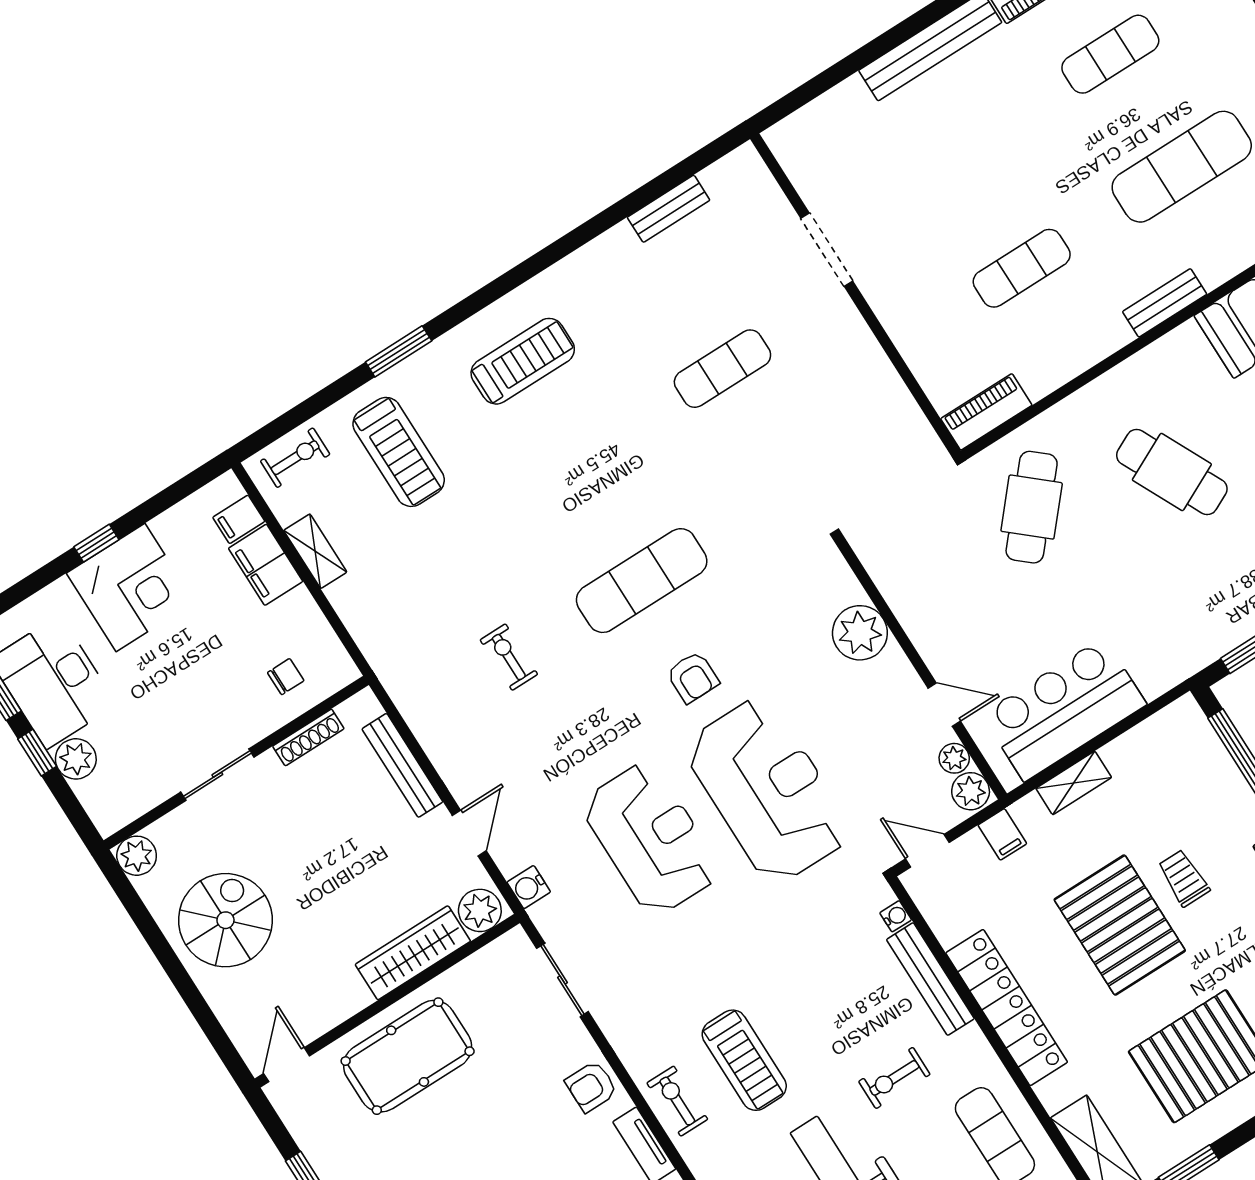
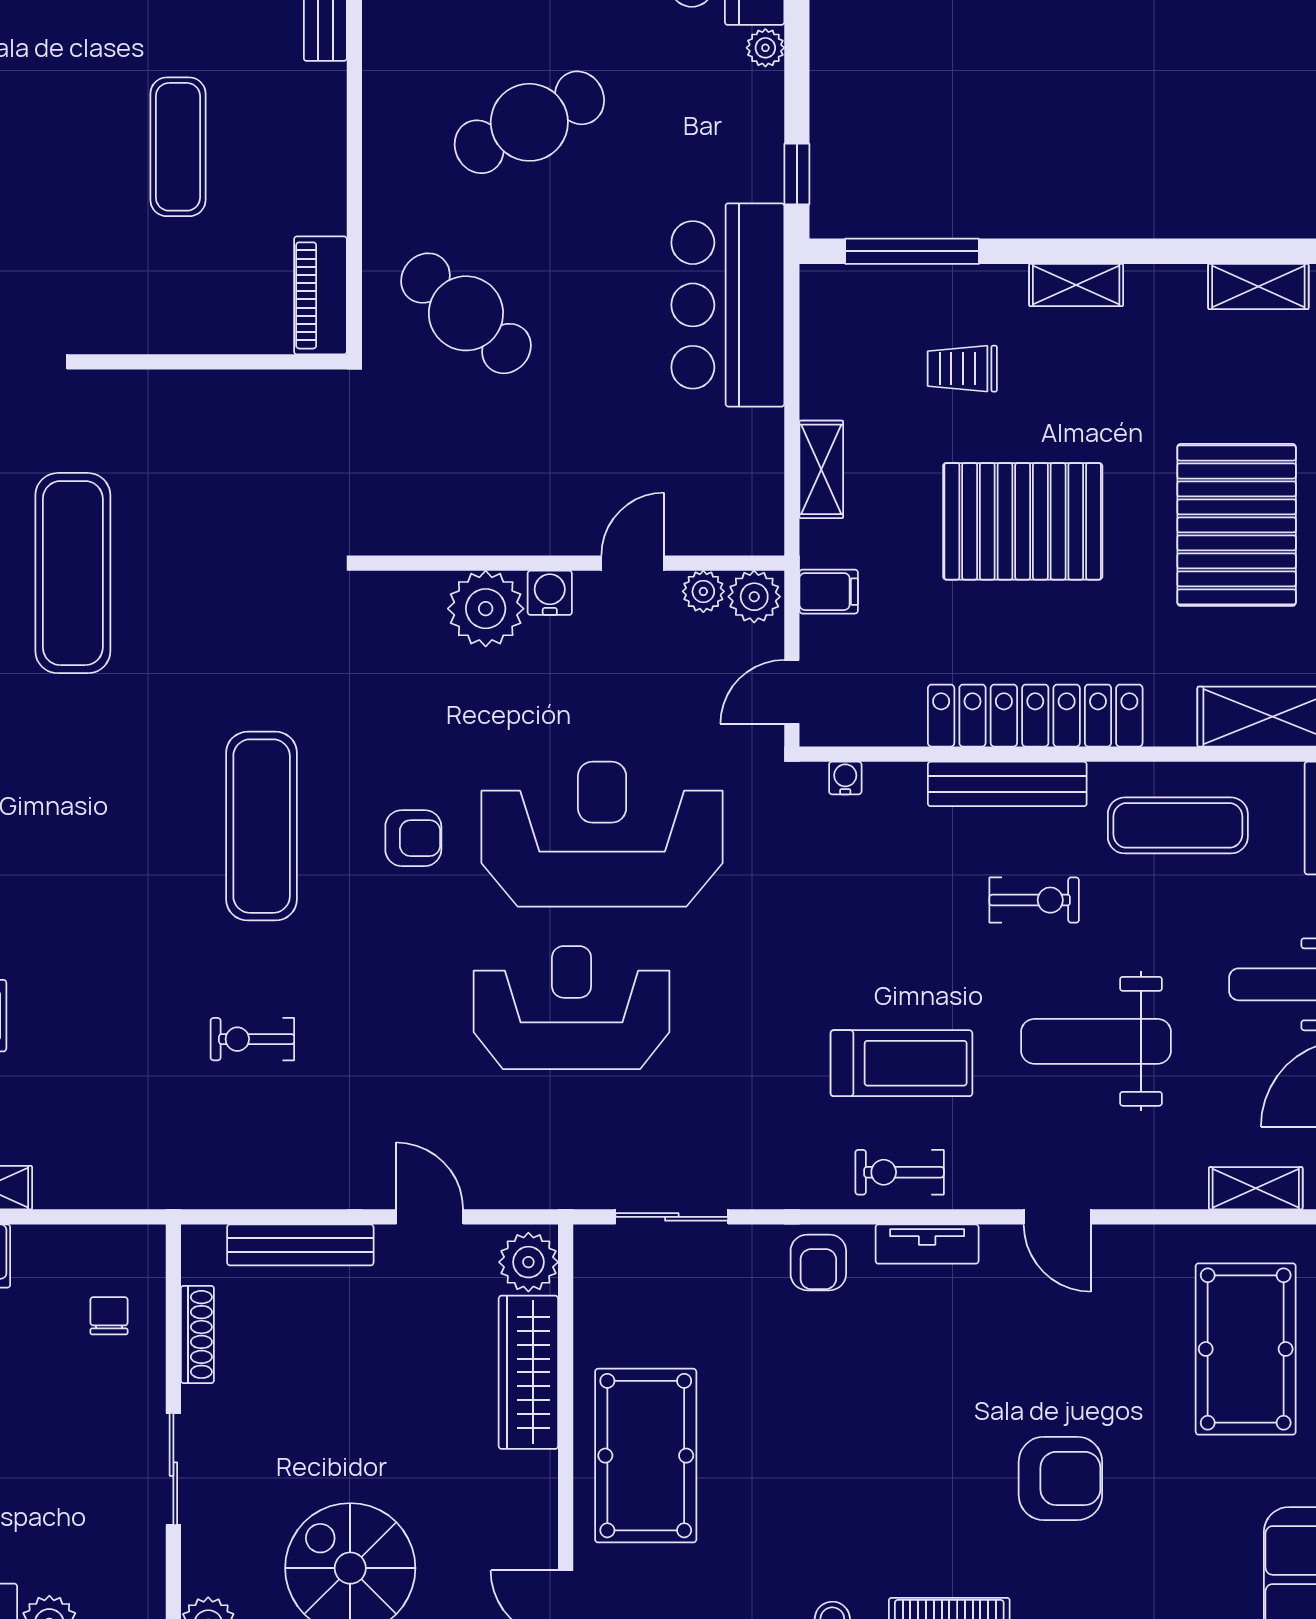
exercise mat: (722, 369) -> (73, 573), width x1.36, depth x1.45
bar counter: (1064, 709) -> (728, 305), moved
trolley: (1184, 878) -> (962, 369), moved
water cooler: (529, 887) -> (550, 593), moved, turned 180
bench: (930, 979) -> (1007, 784), moved
exercise bike: (894, 1078) -> (1034, 900), turned -90

